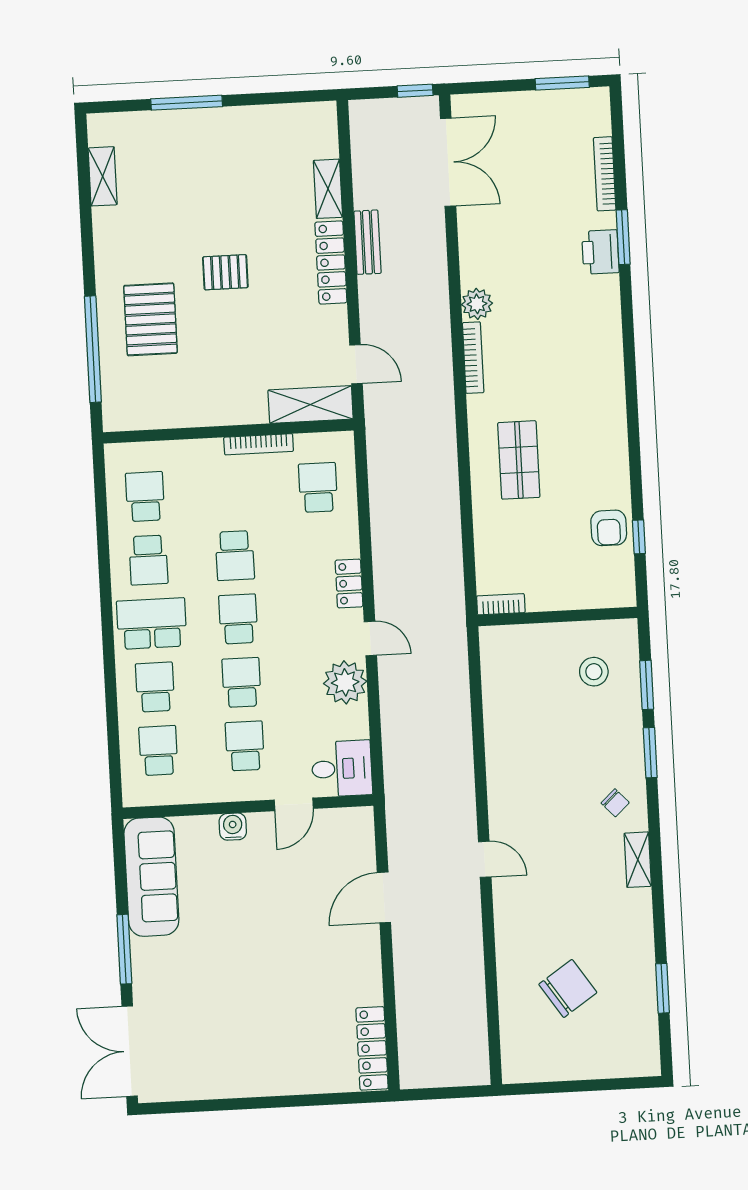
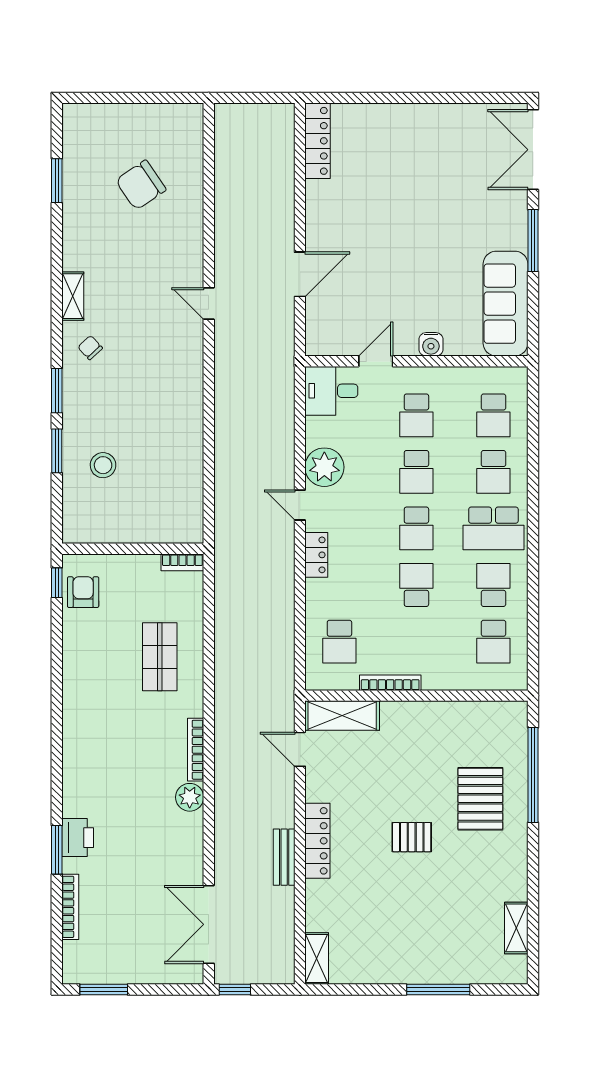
shelving: (328, 189) -> (317, 958), moved
bookcase: (501, 604) -> (182, 562), moved
wall: (557, 617) -> (133, 549), moved
double door: (130, 1051) -> (533, 150), swing flipped

